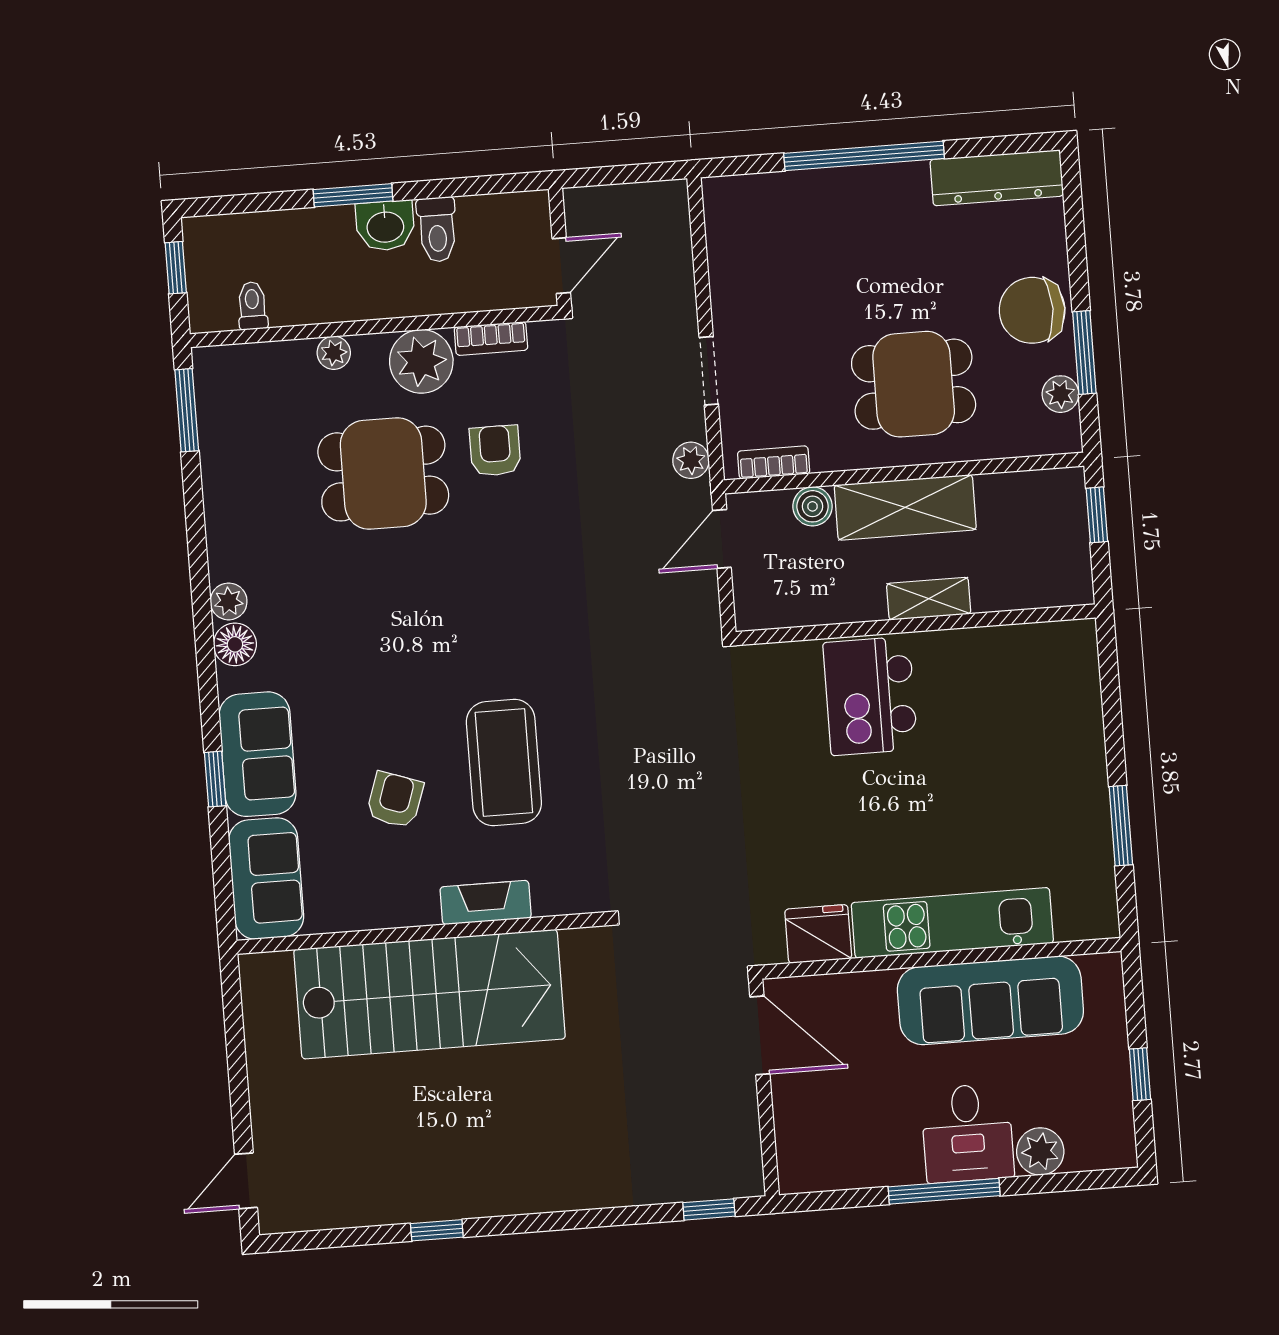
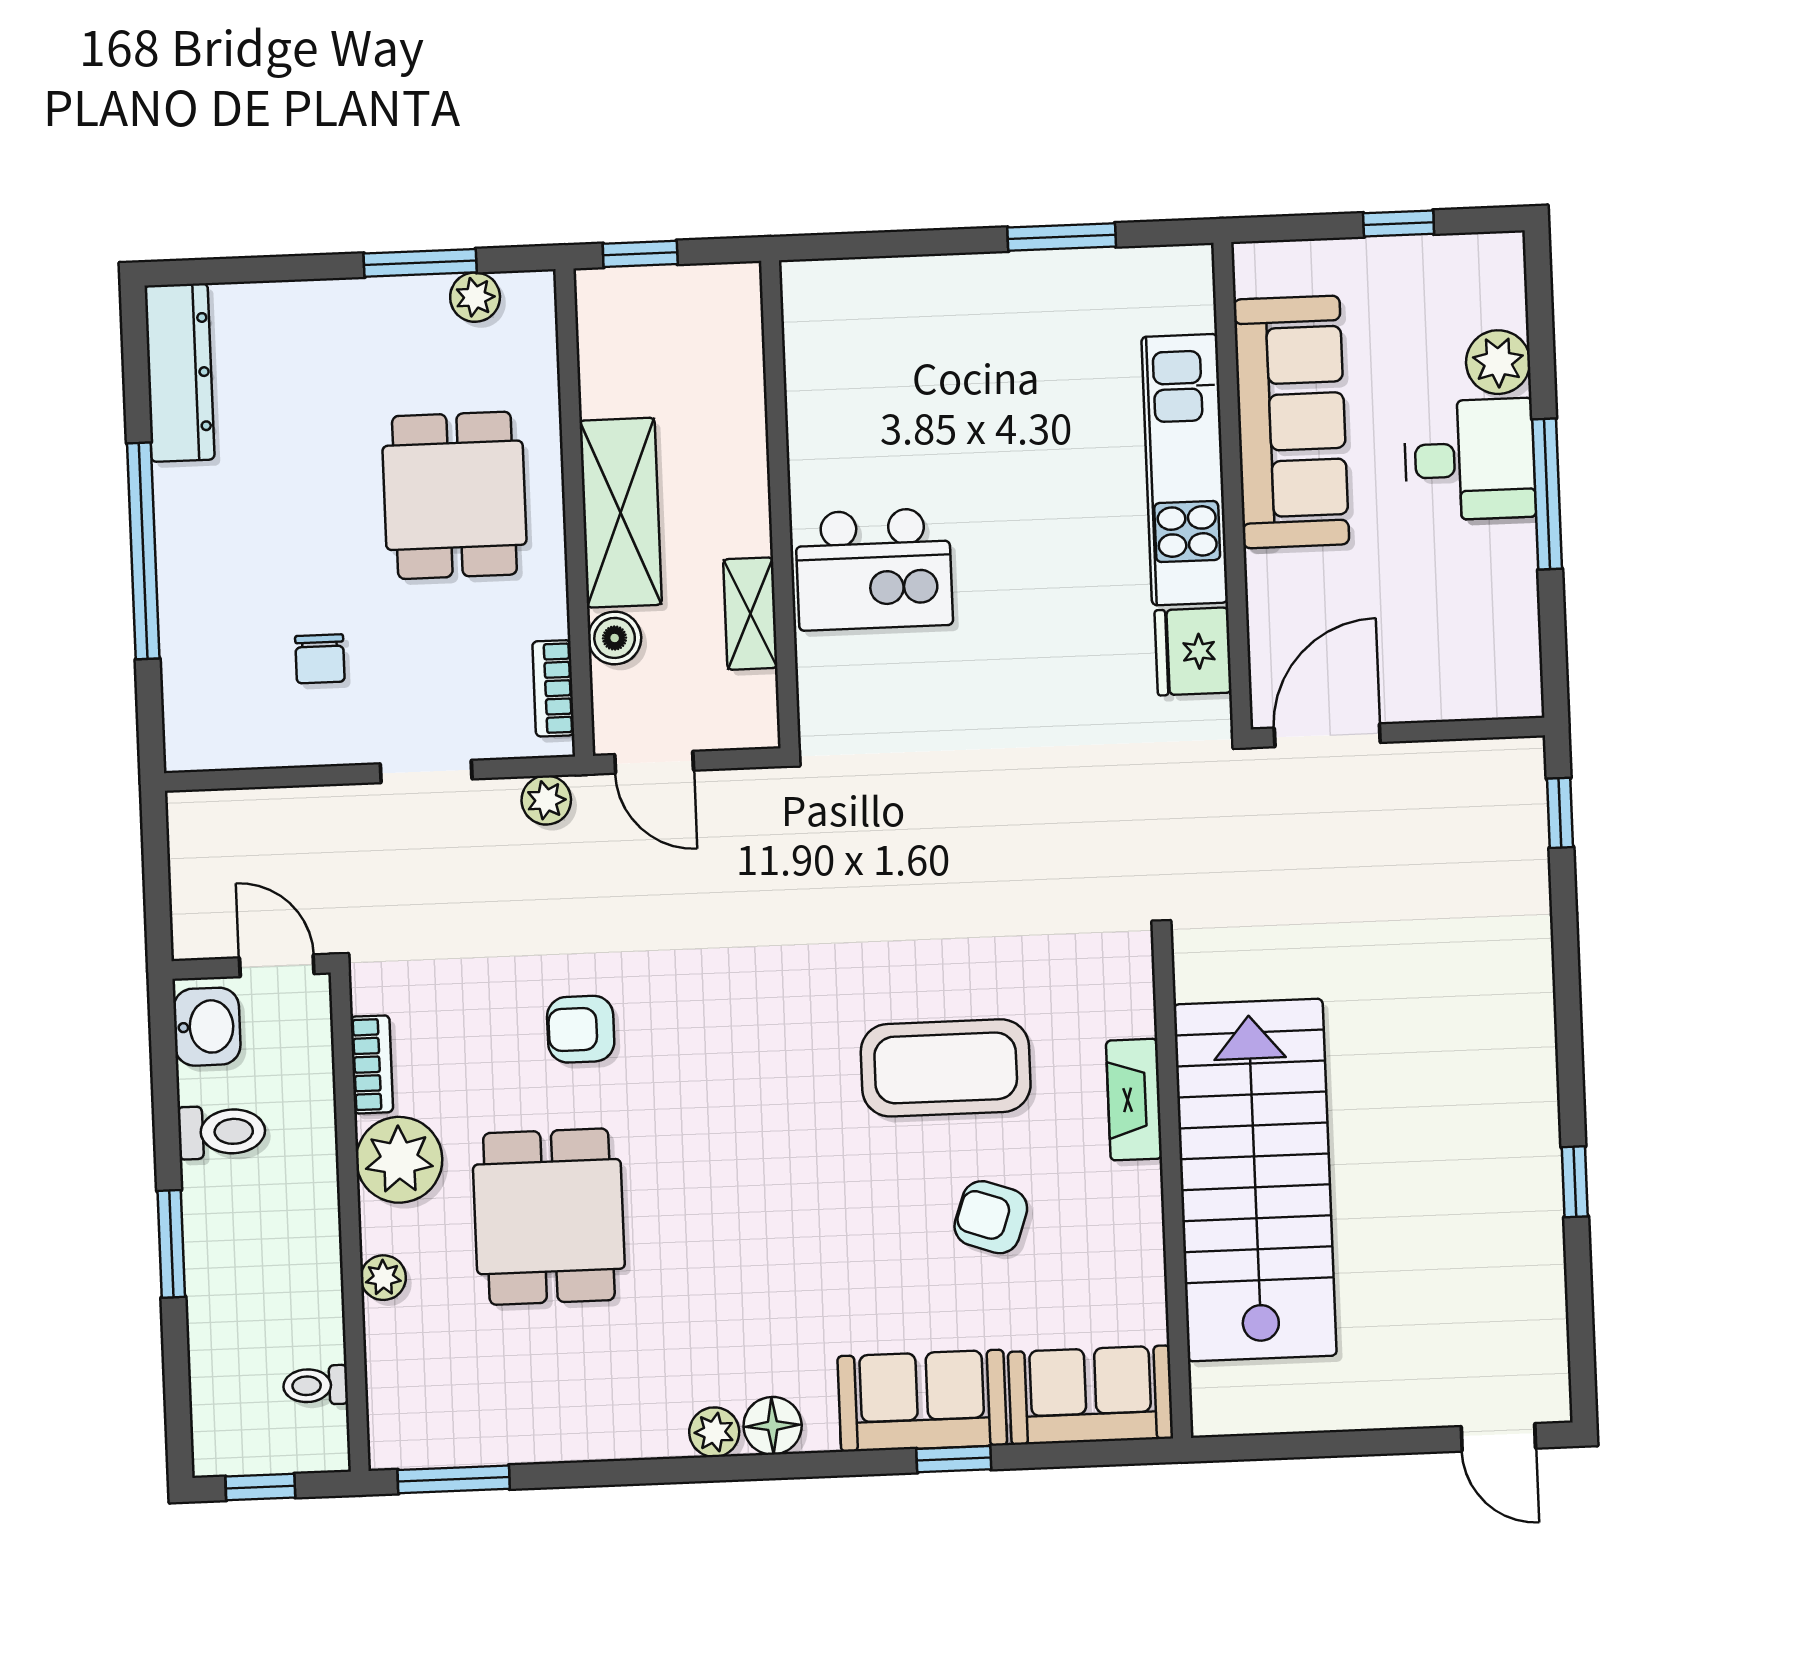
washbasin: (385, 226) -> (207, 1027), moved
chair: (1032, 310) -> (320, 659), moved, width x0.54, depth x0.54
armchair: (495, 451) -> (581, 1029), moved
shelving: (929, 599) -> (750, 614), moved

